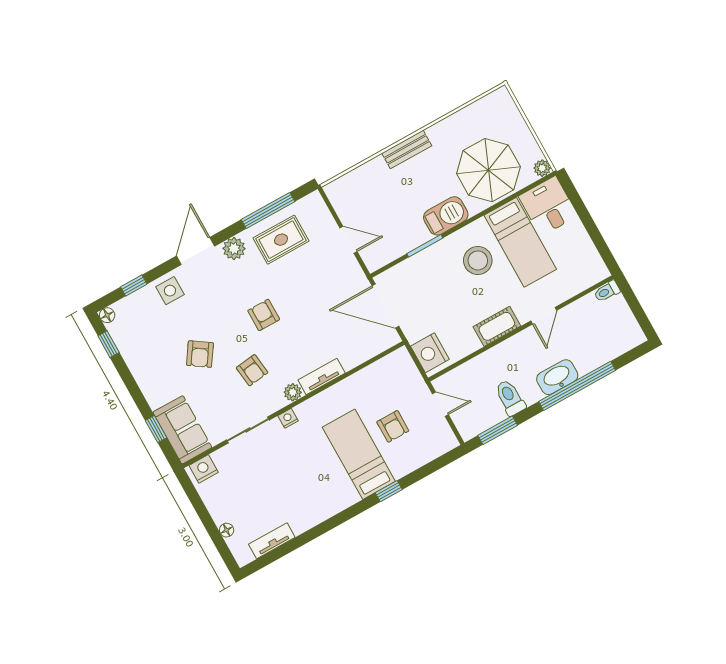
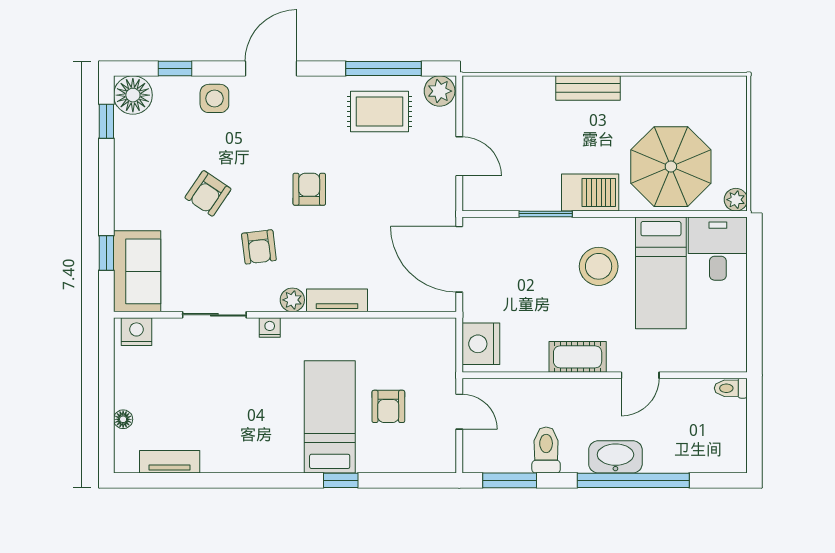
plant: (234, 249) -> (440, 91), moved
floor lamp: (107, 315) -> (133, 95), width x1.89, depth x1.89

